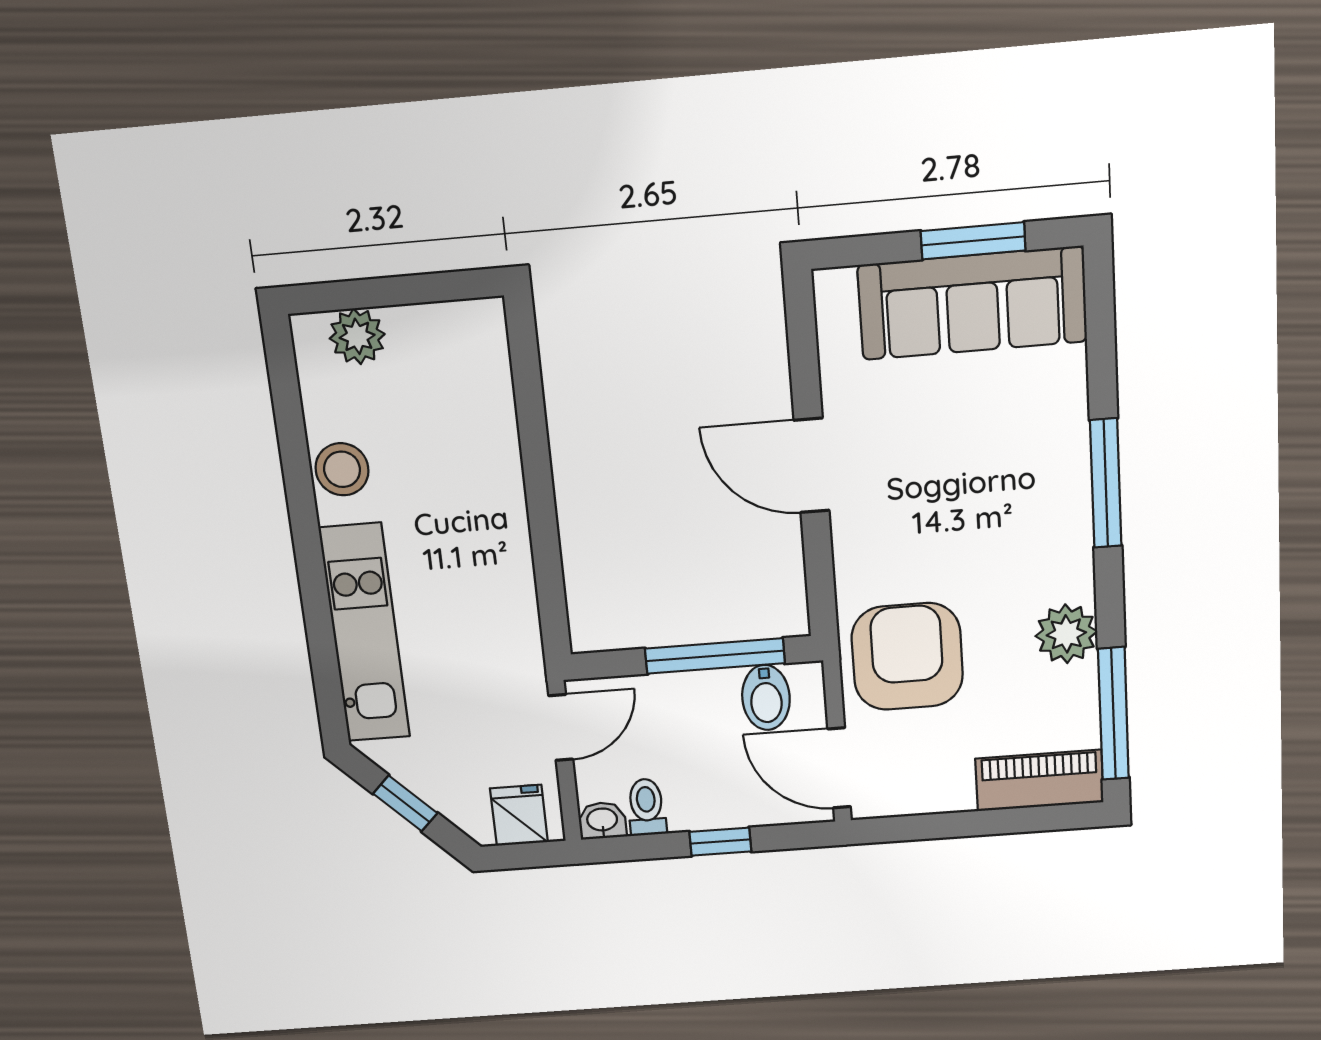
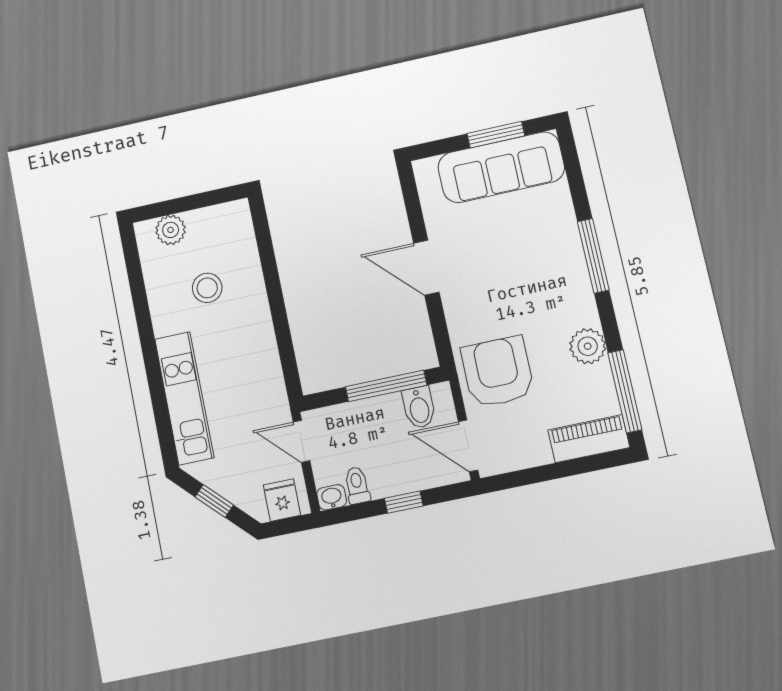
stool: (342, 469) -> (207, 288), moved
door: (561, 728) -> (301, 441), swing flipped

